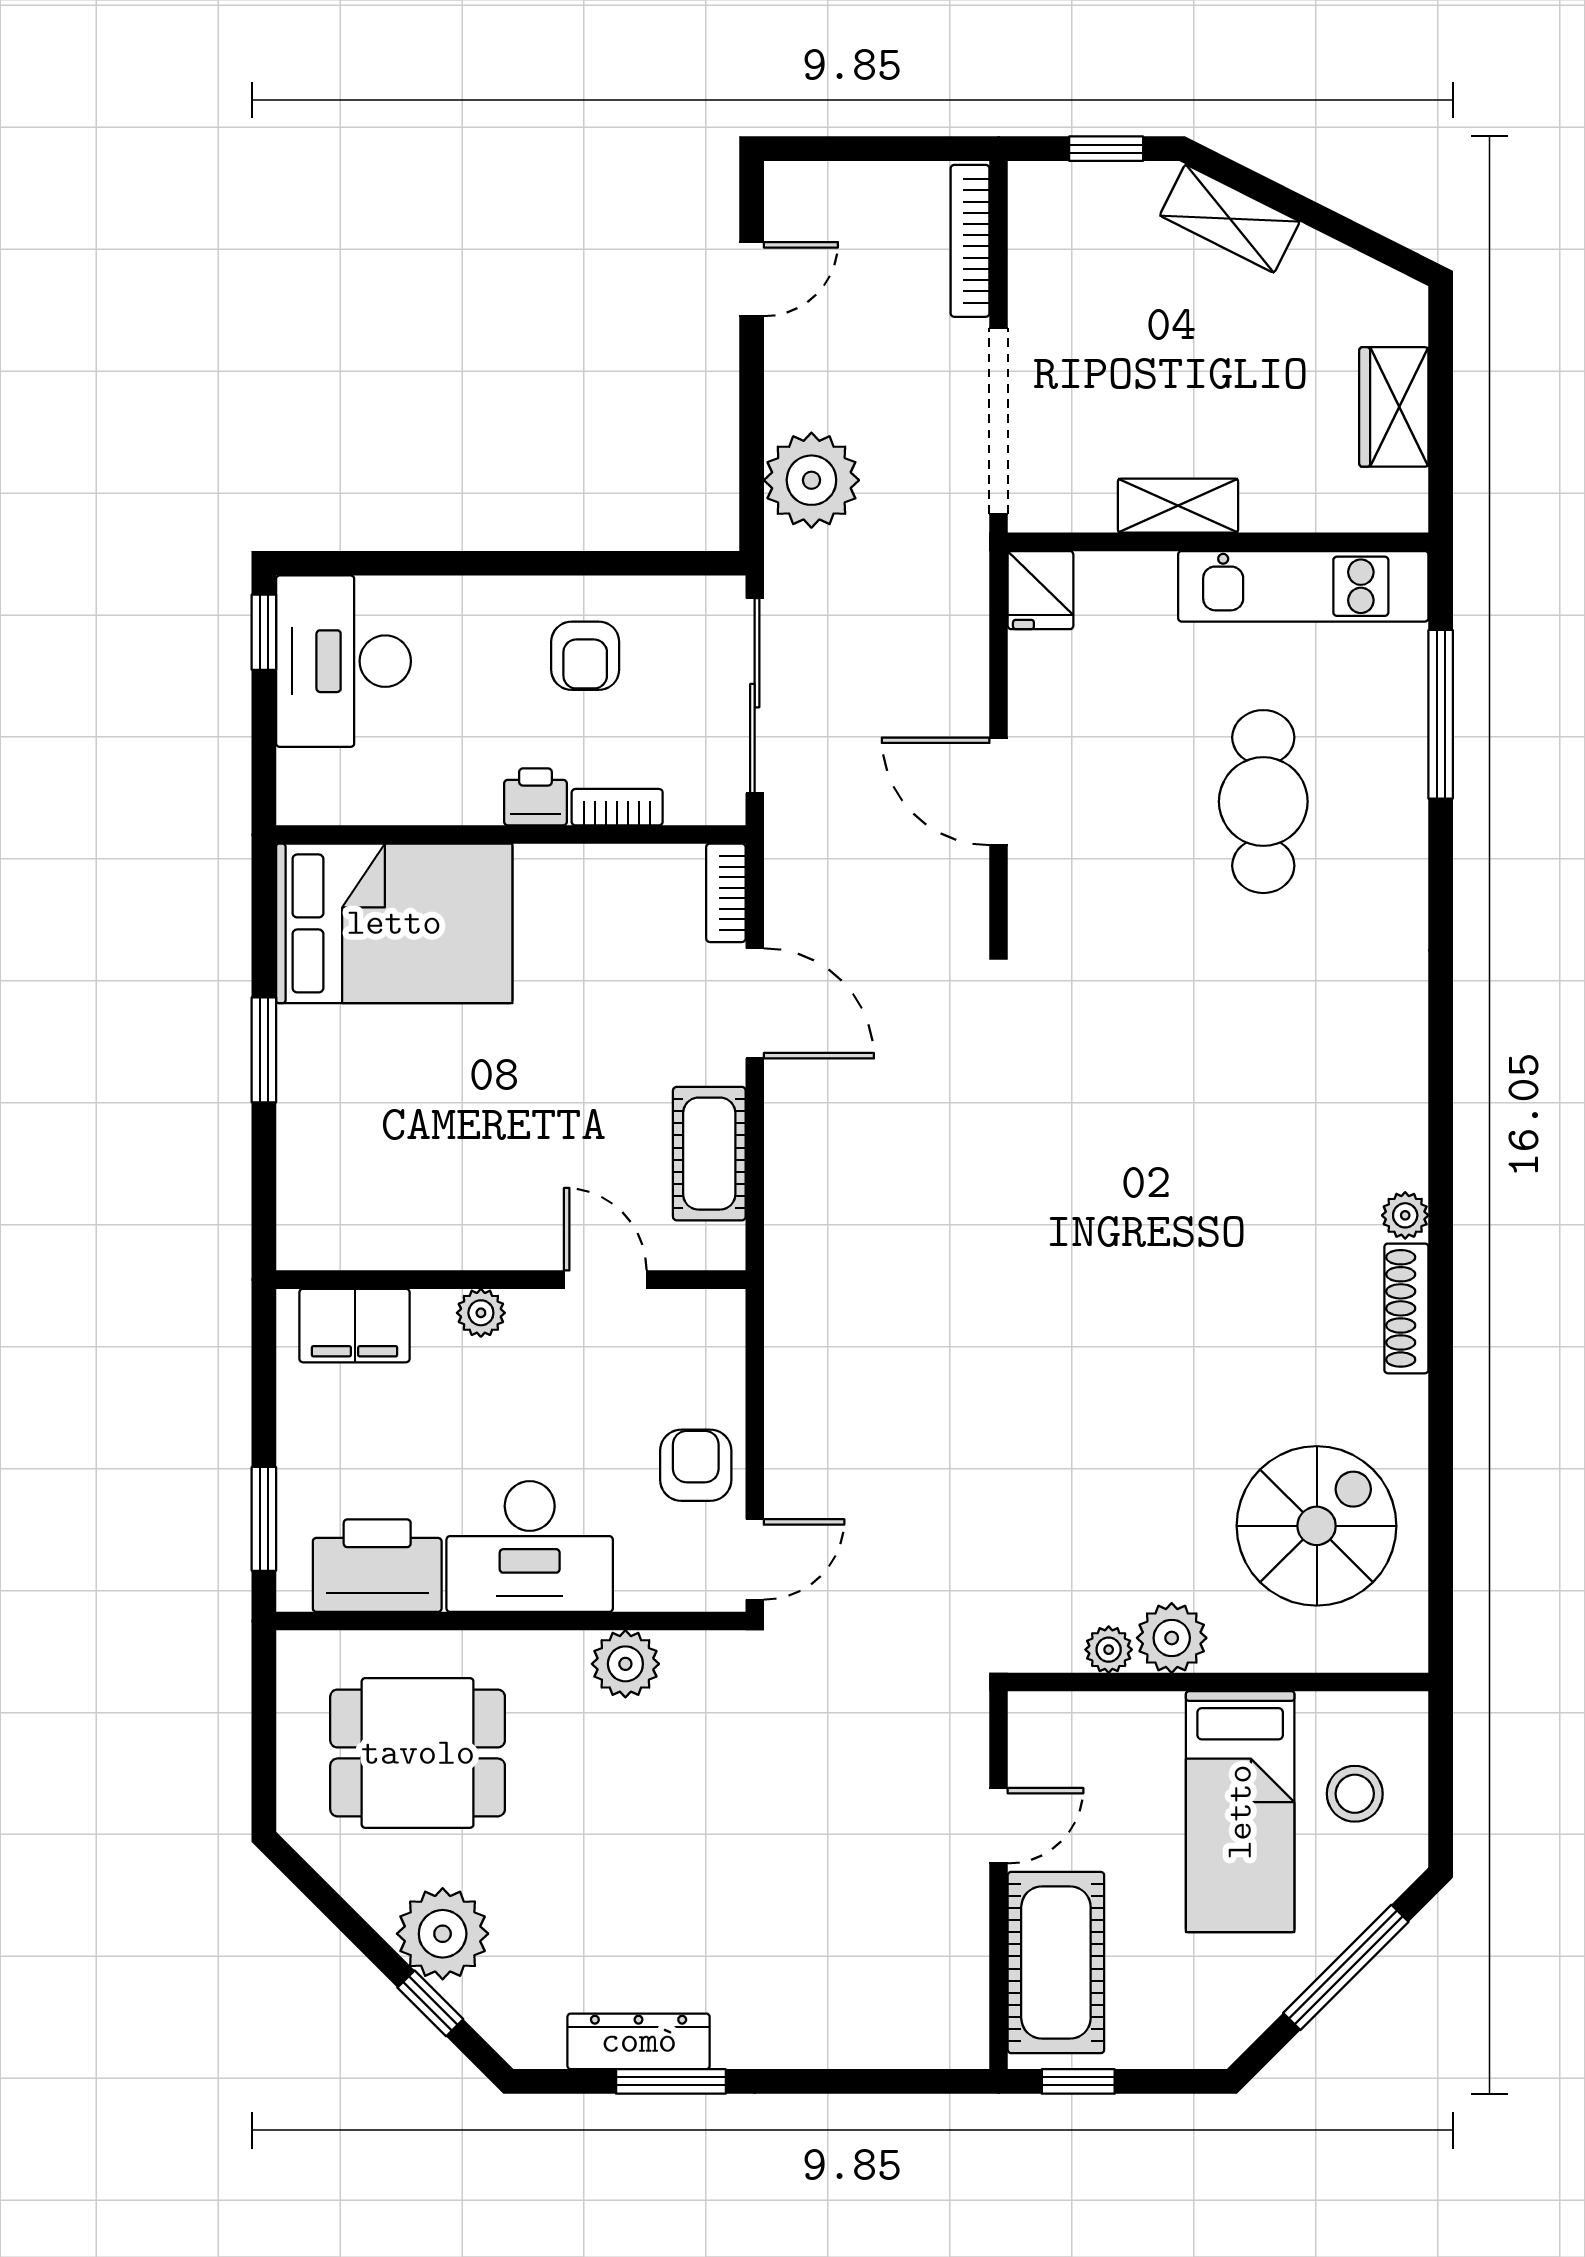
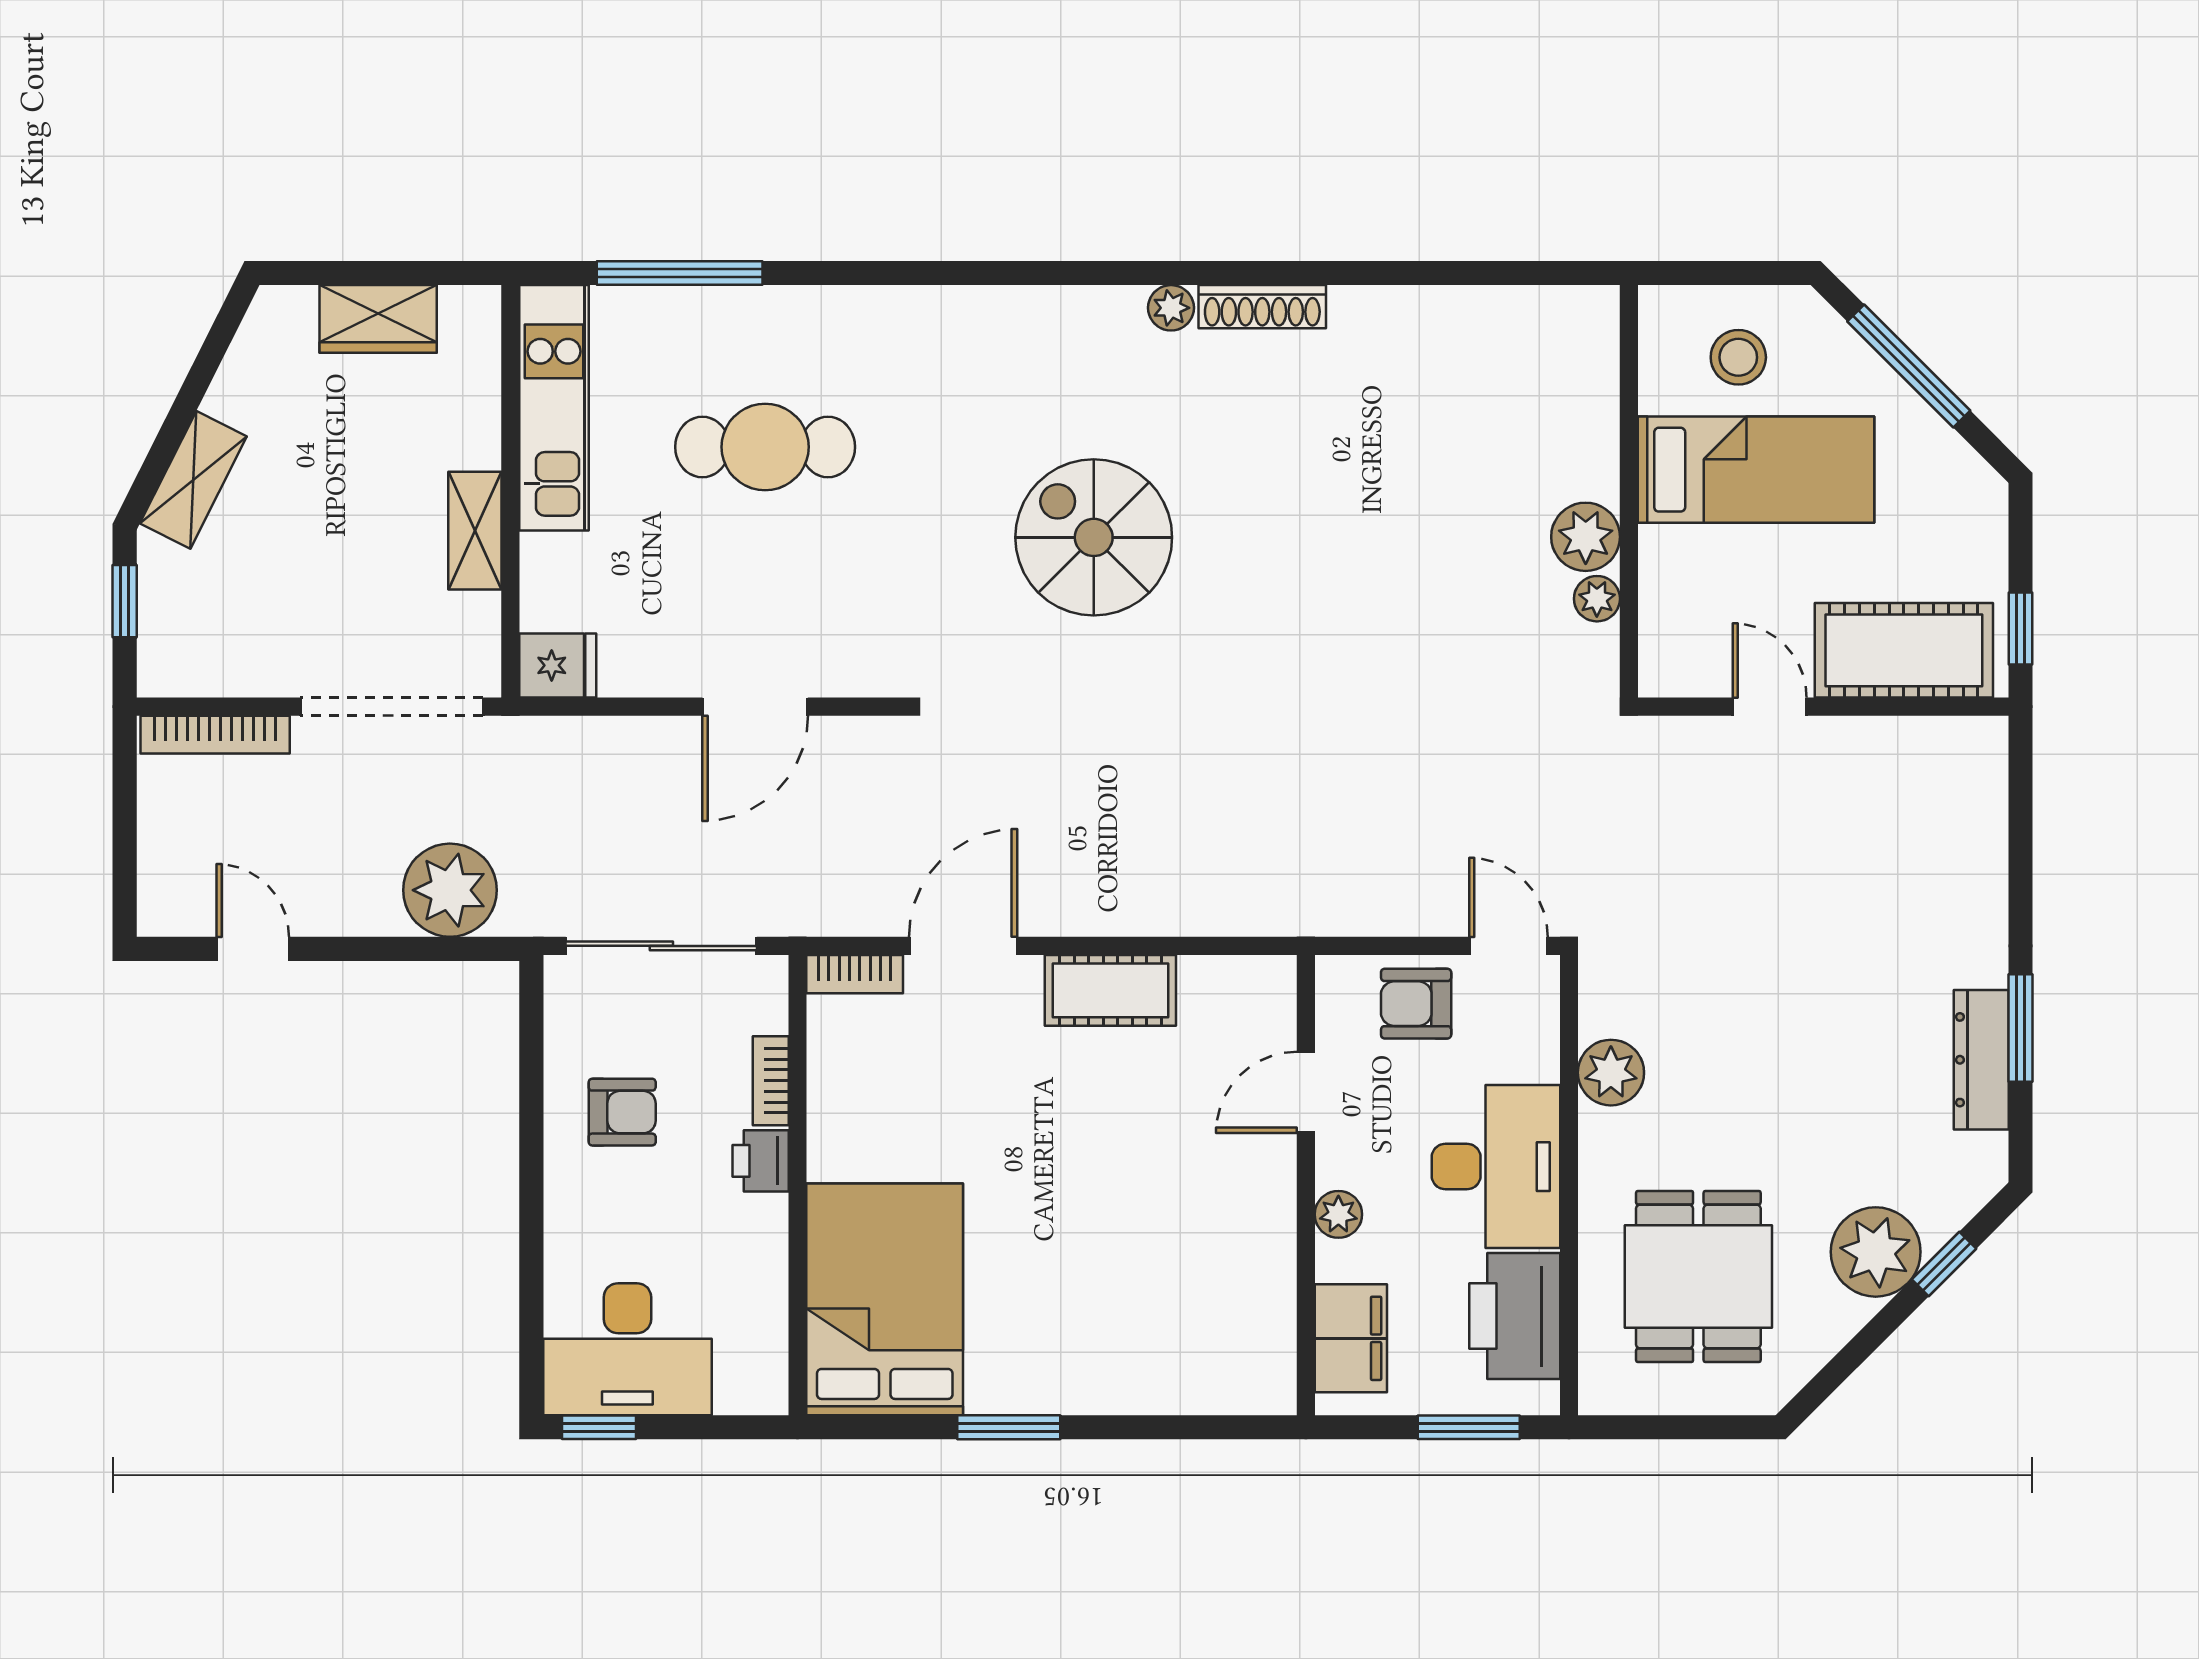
wall: (511, 1280) -> (1306, 1185), moved
door: (605, 1280) -> (1306, 1092), moved
plant: (481, 1313) -> (1338, 1214), moved
filing cabinet: (355, 1326) -> (1351, 1338), moved
spiral stairs: (1317, 1526) -> (1094, 537), moved

